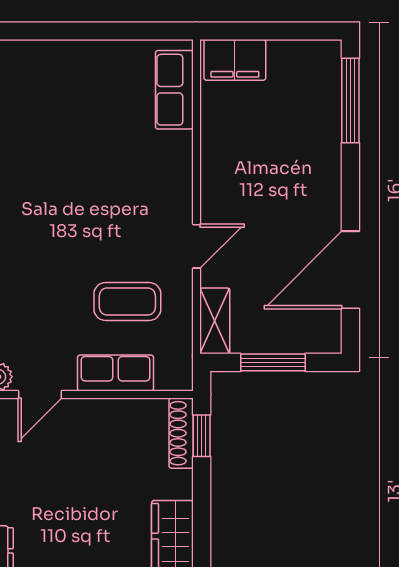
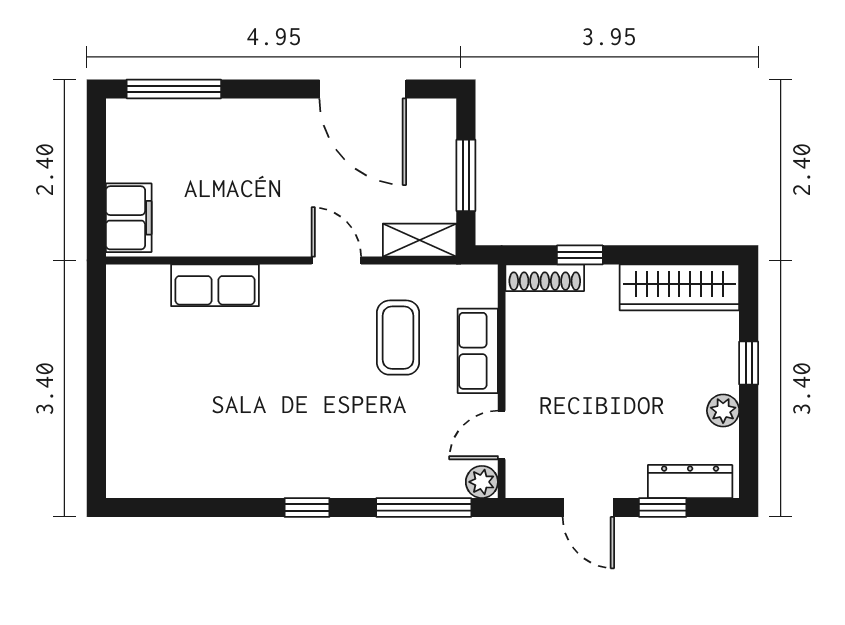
row of seats: (174, 90) -> (215, 285), moved
door: (40, 395) -> (502, 435), swing flipped
window: (202, 436) -> (580, 255), moved

